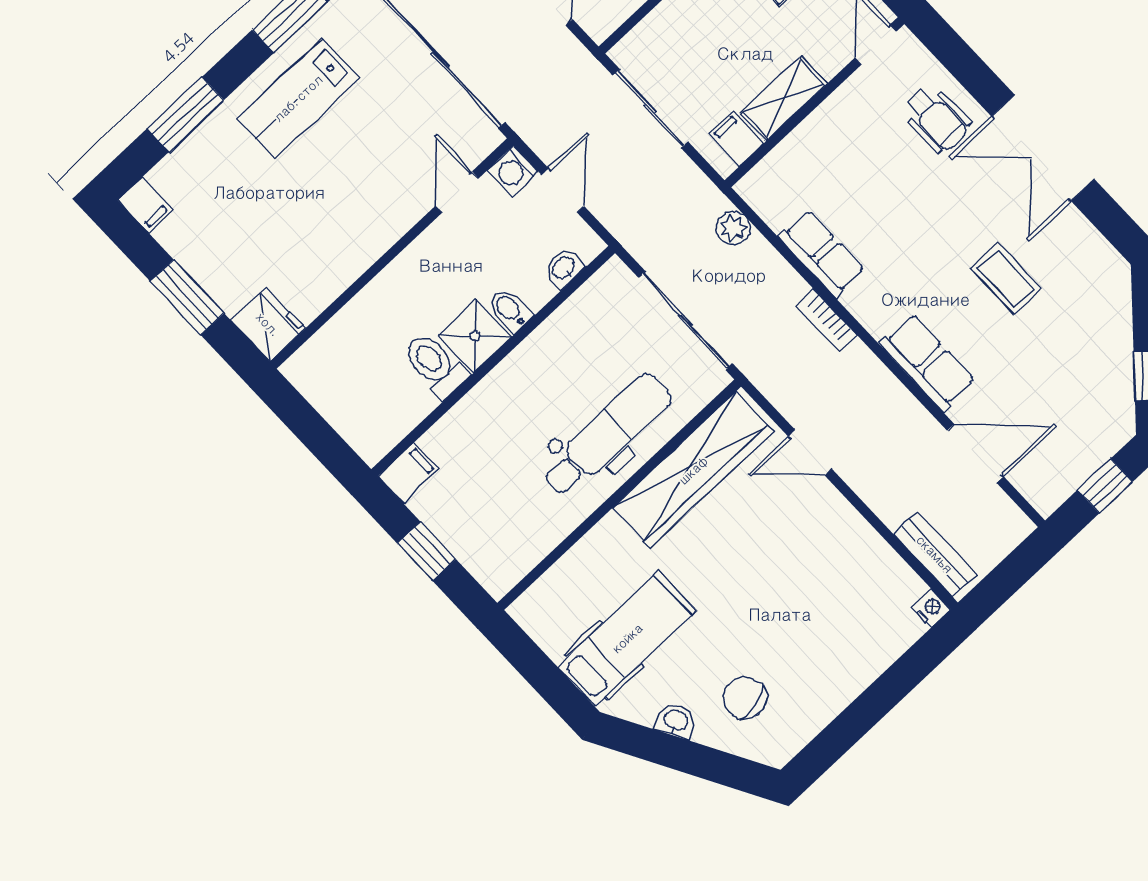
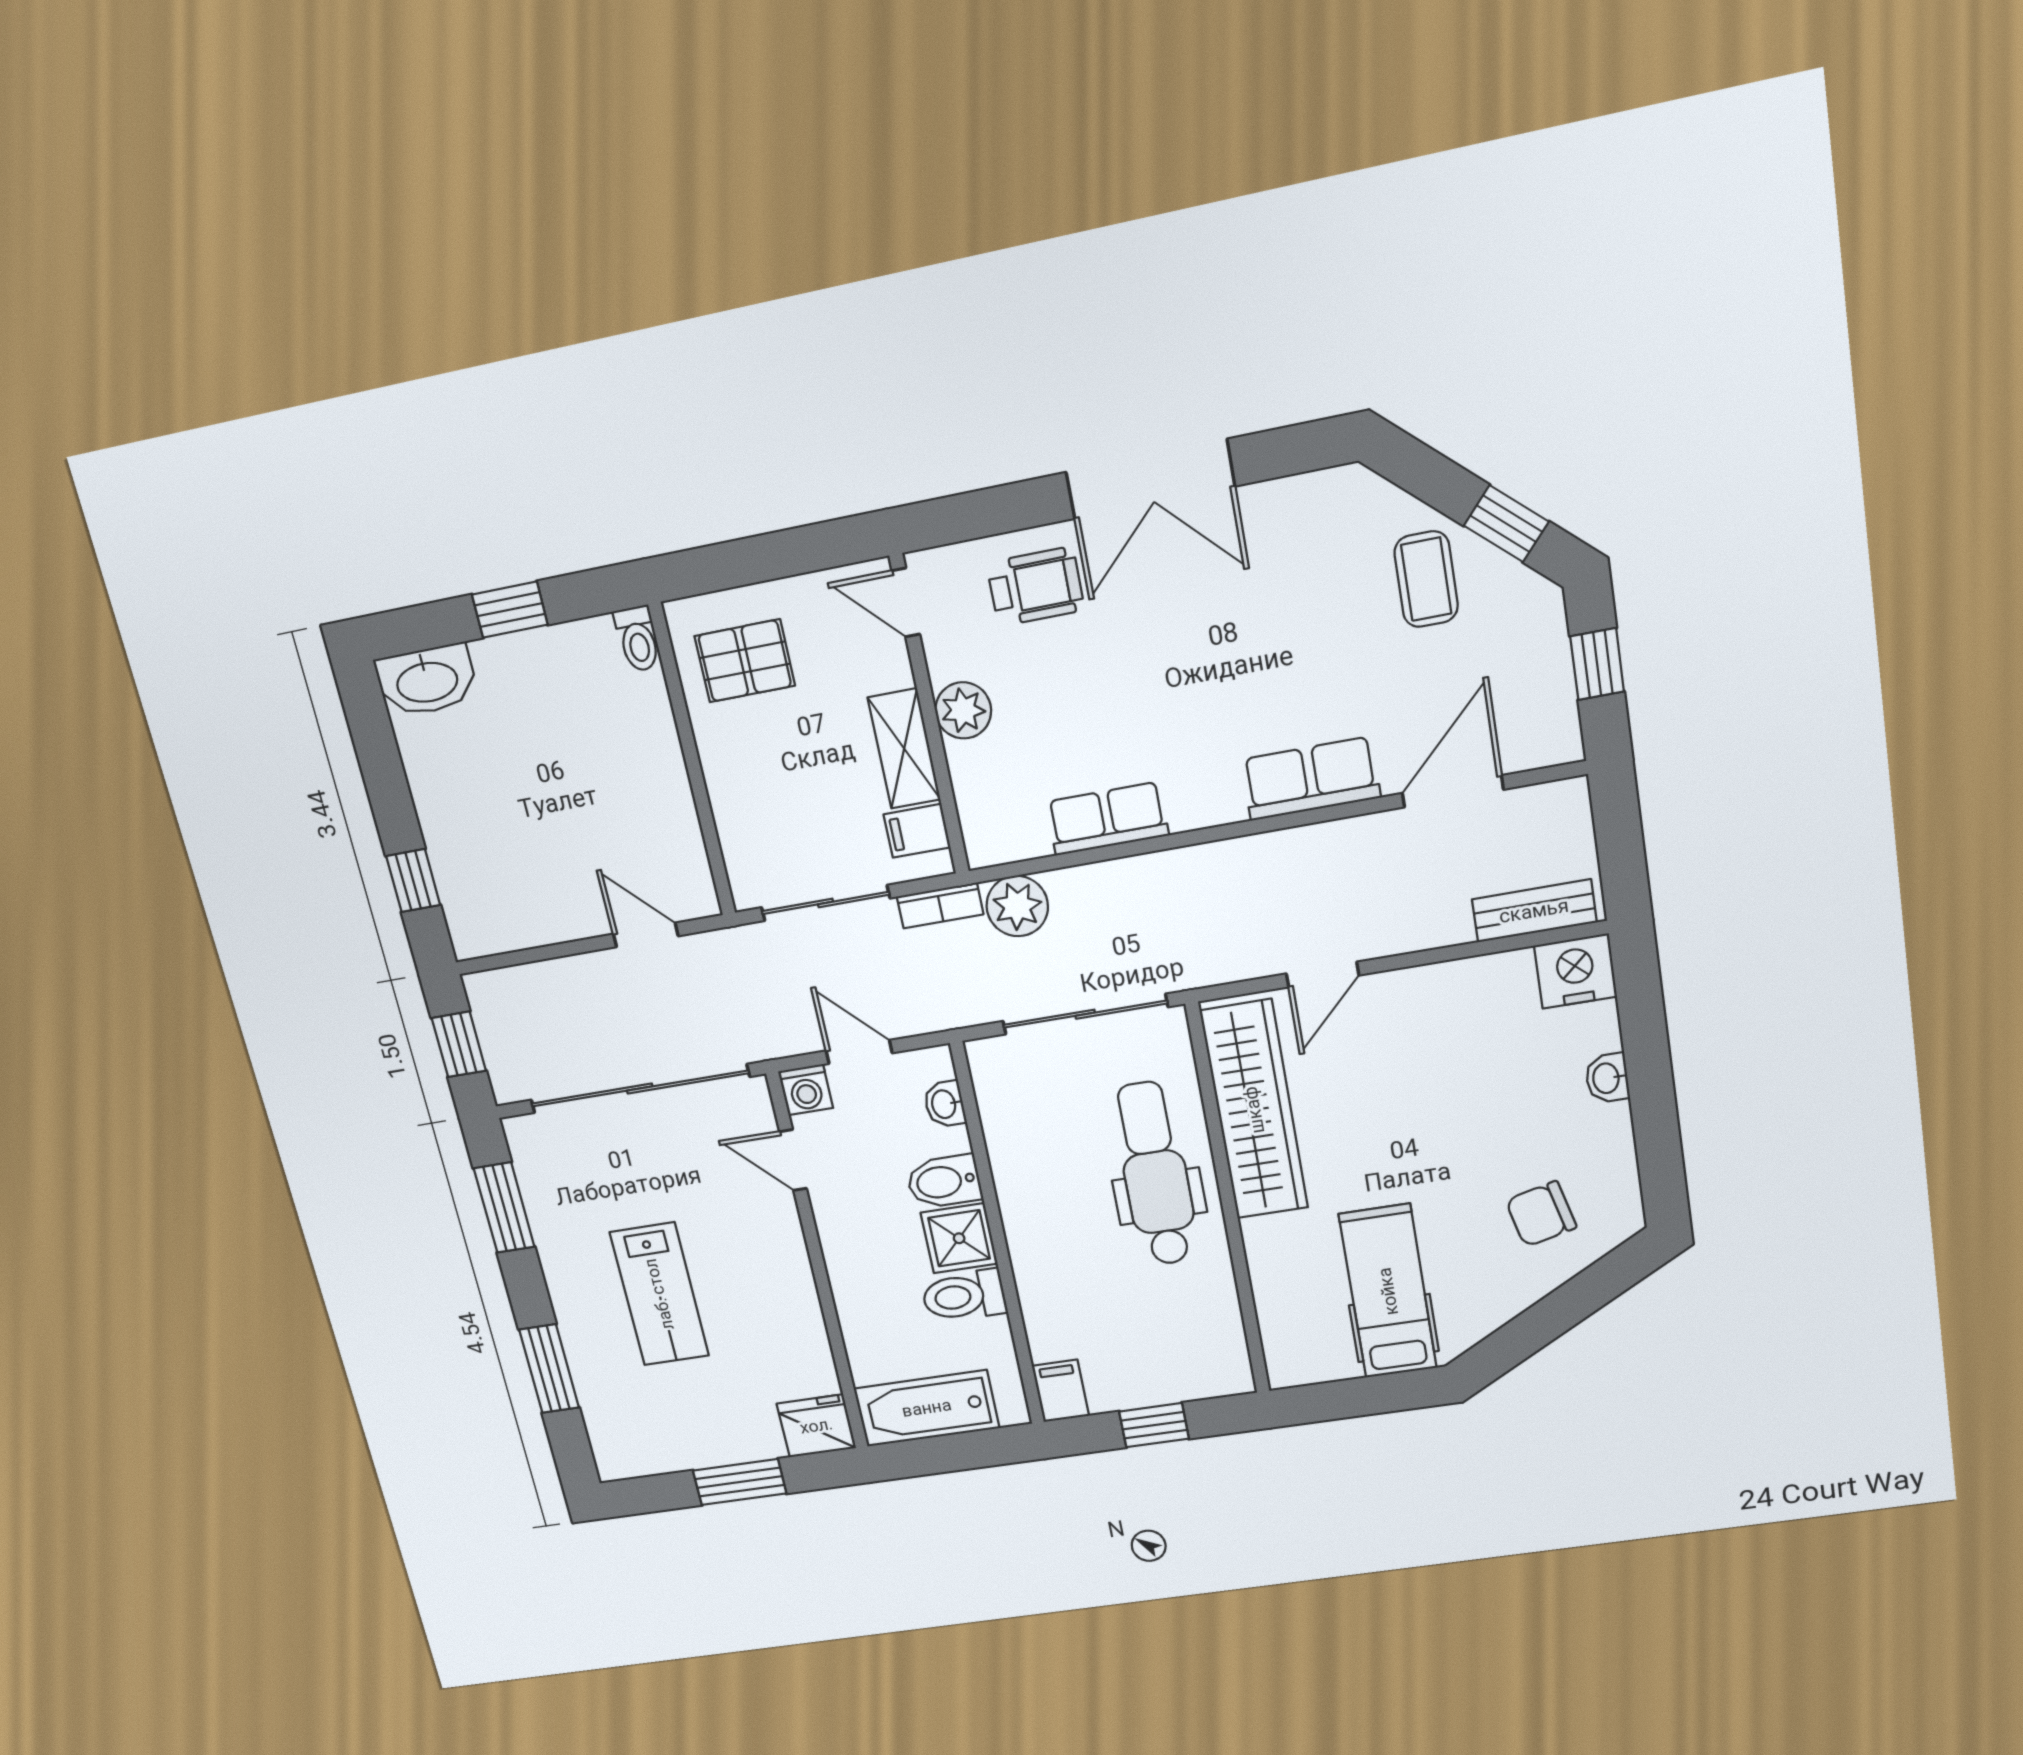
lab bench: (298, 98) -> (659, 1294), moved
plant: (832, 121) -> (963, 710), added
filing cabinet: (145, 205) -> (620, 1462), removed
plant: (733, 228) -> (1017, 906), width x1.38, depth x1.38
coffee table: (1006, 279) -> (1426, 579), moved, turned 90
bidet: (510, 310) -> (944, 1182), width x1.38, depth x1.36
bookcase: (826, 321) -> (940, 905), moved
bathtub: (334, 391) -> (927, 1408), added
nightstand: (931, 608) -> (1575, 971), width x1.89, depth x1.79
washbasin: (676, 721) -> (1607, 1078), moved, turned -61

